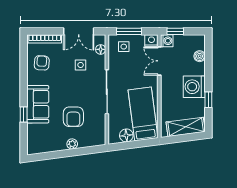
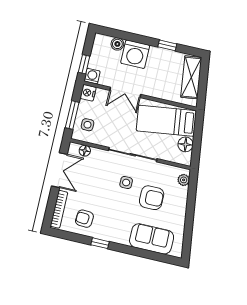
double door: (159, 61) -> (125, 92), moved
side table: (81, 65) -> (126, 183), moved
washing machine: (194, 87) -> (135, 54), moved
sofa: (38, 104) -> (152, 239), moved
window: (24, 114) -> (100, 243), moved
plant: (72, 144) -> (184, 180), moved

